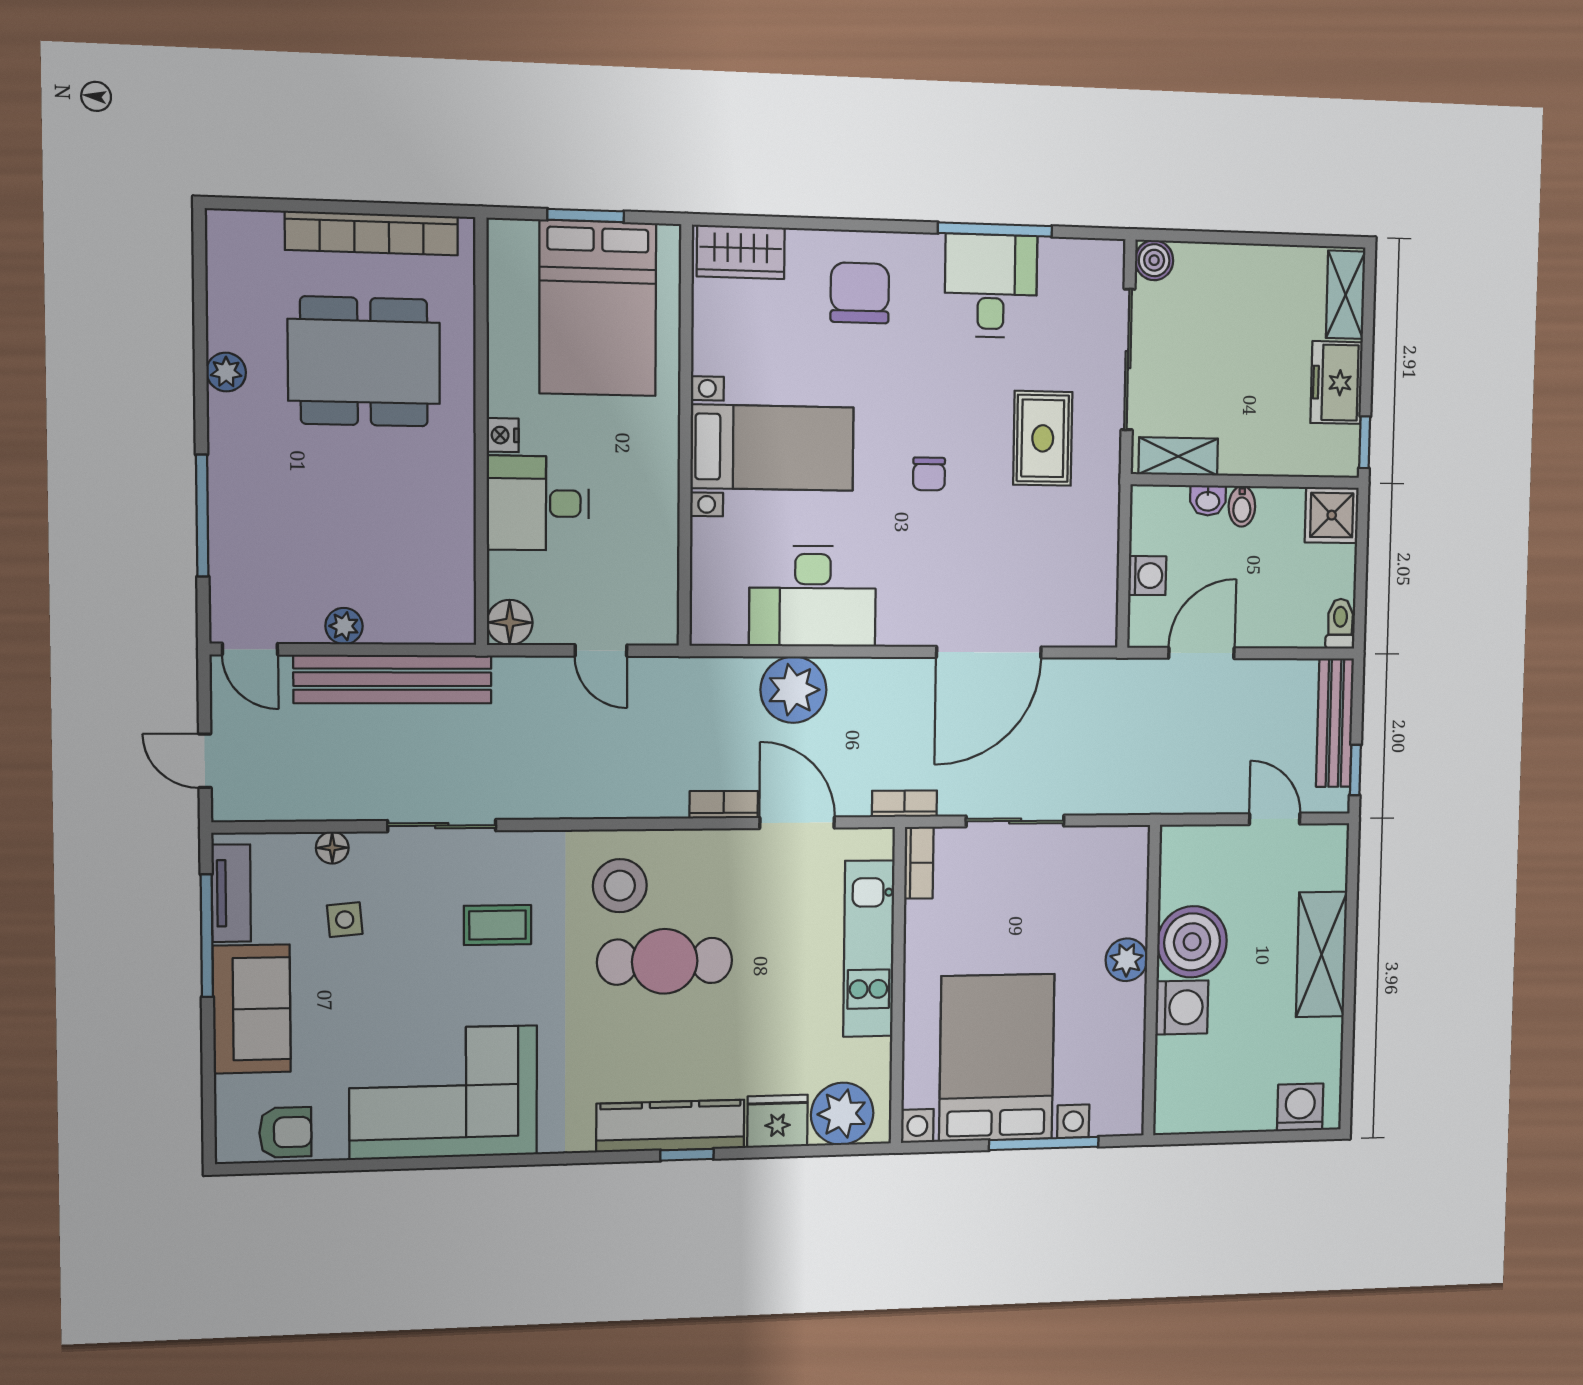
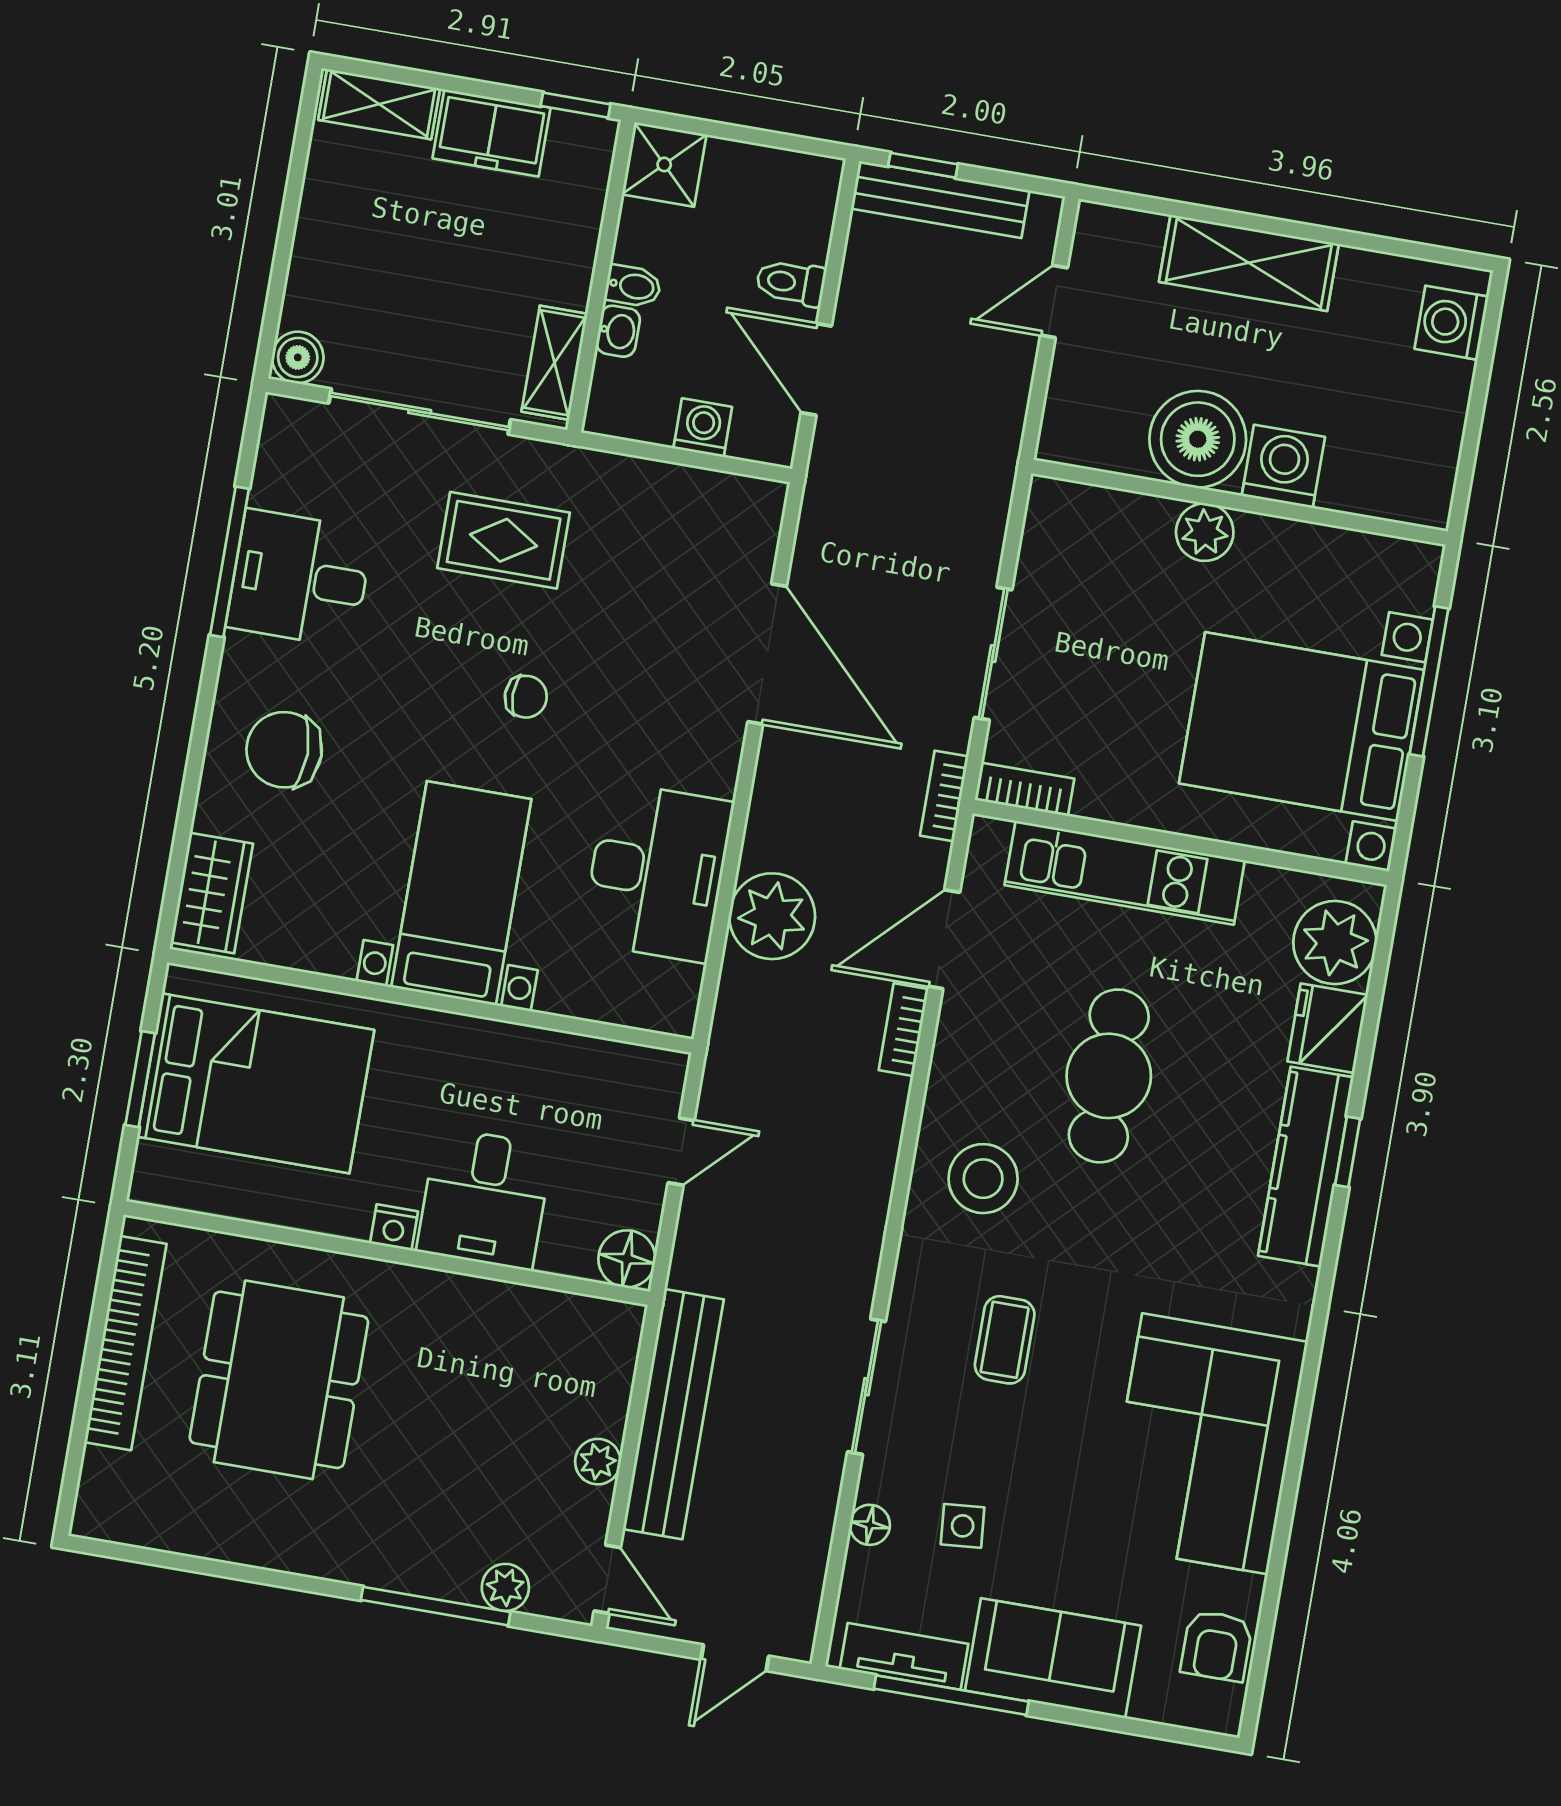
plant: (226, 372) -> (505, 1587), moved
toilet: (1340, 624) -> (791, 283), moved
door: (250, 649) -> (607, 1579), hinge flipped
window: (1355, 770) -> (923, 165), moved
cafe table: (665, 961) -> (1109, 1076), moved
armchair: (285, 1132) -> (1217, 1646), turned 180

